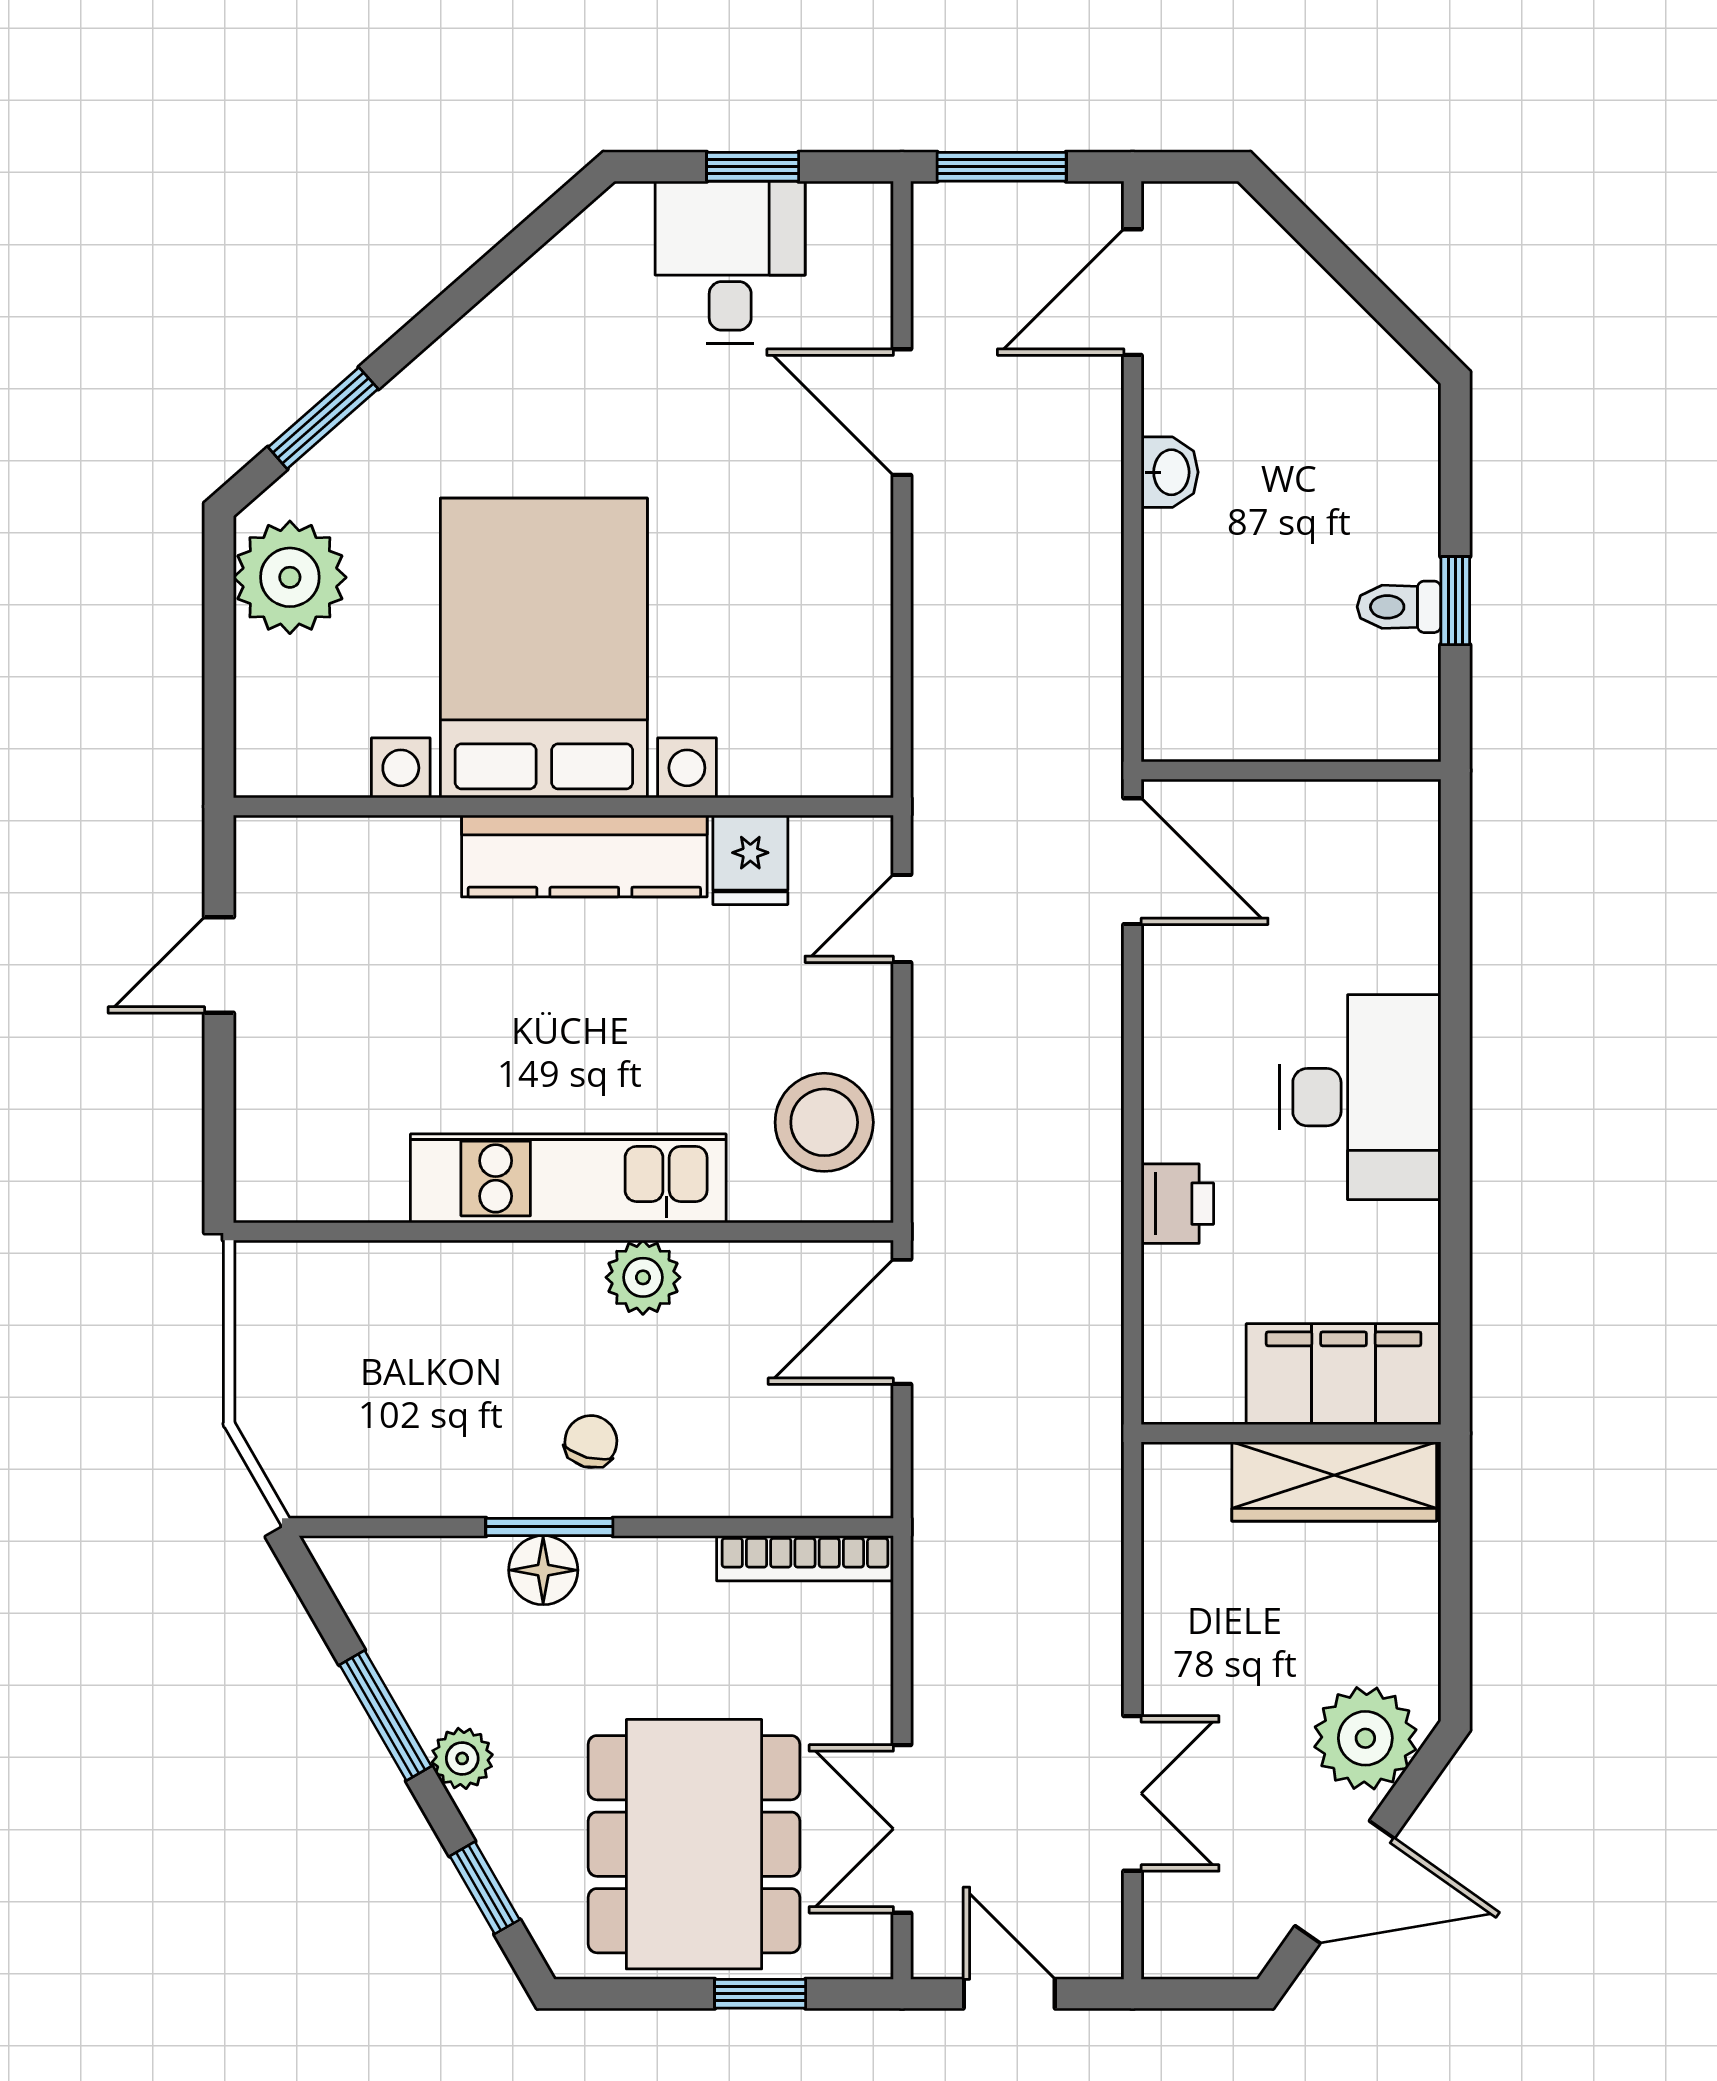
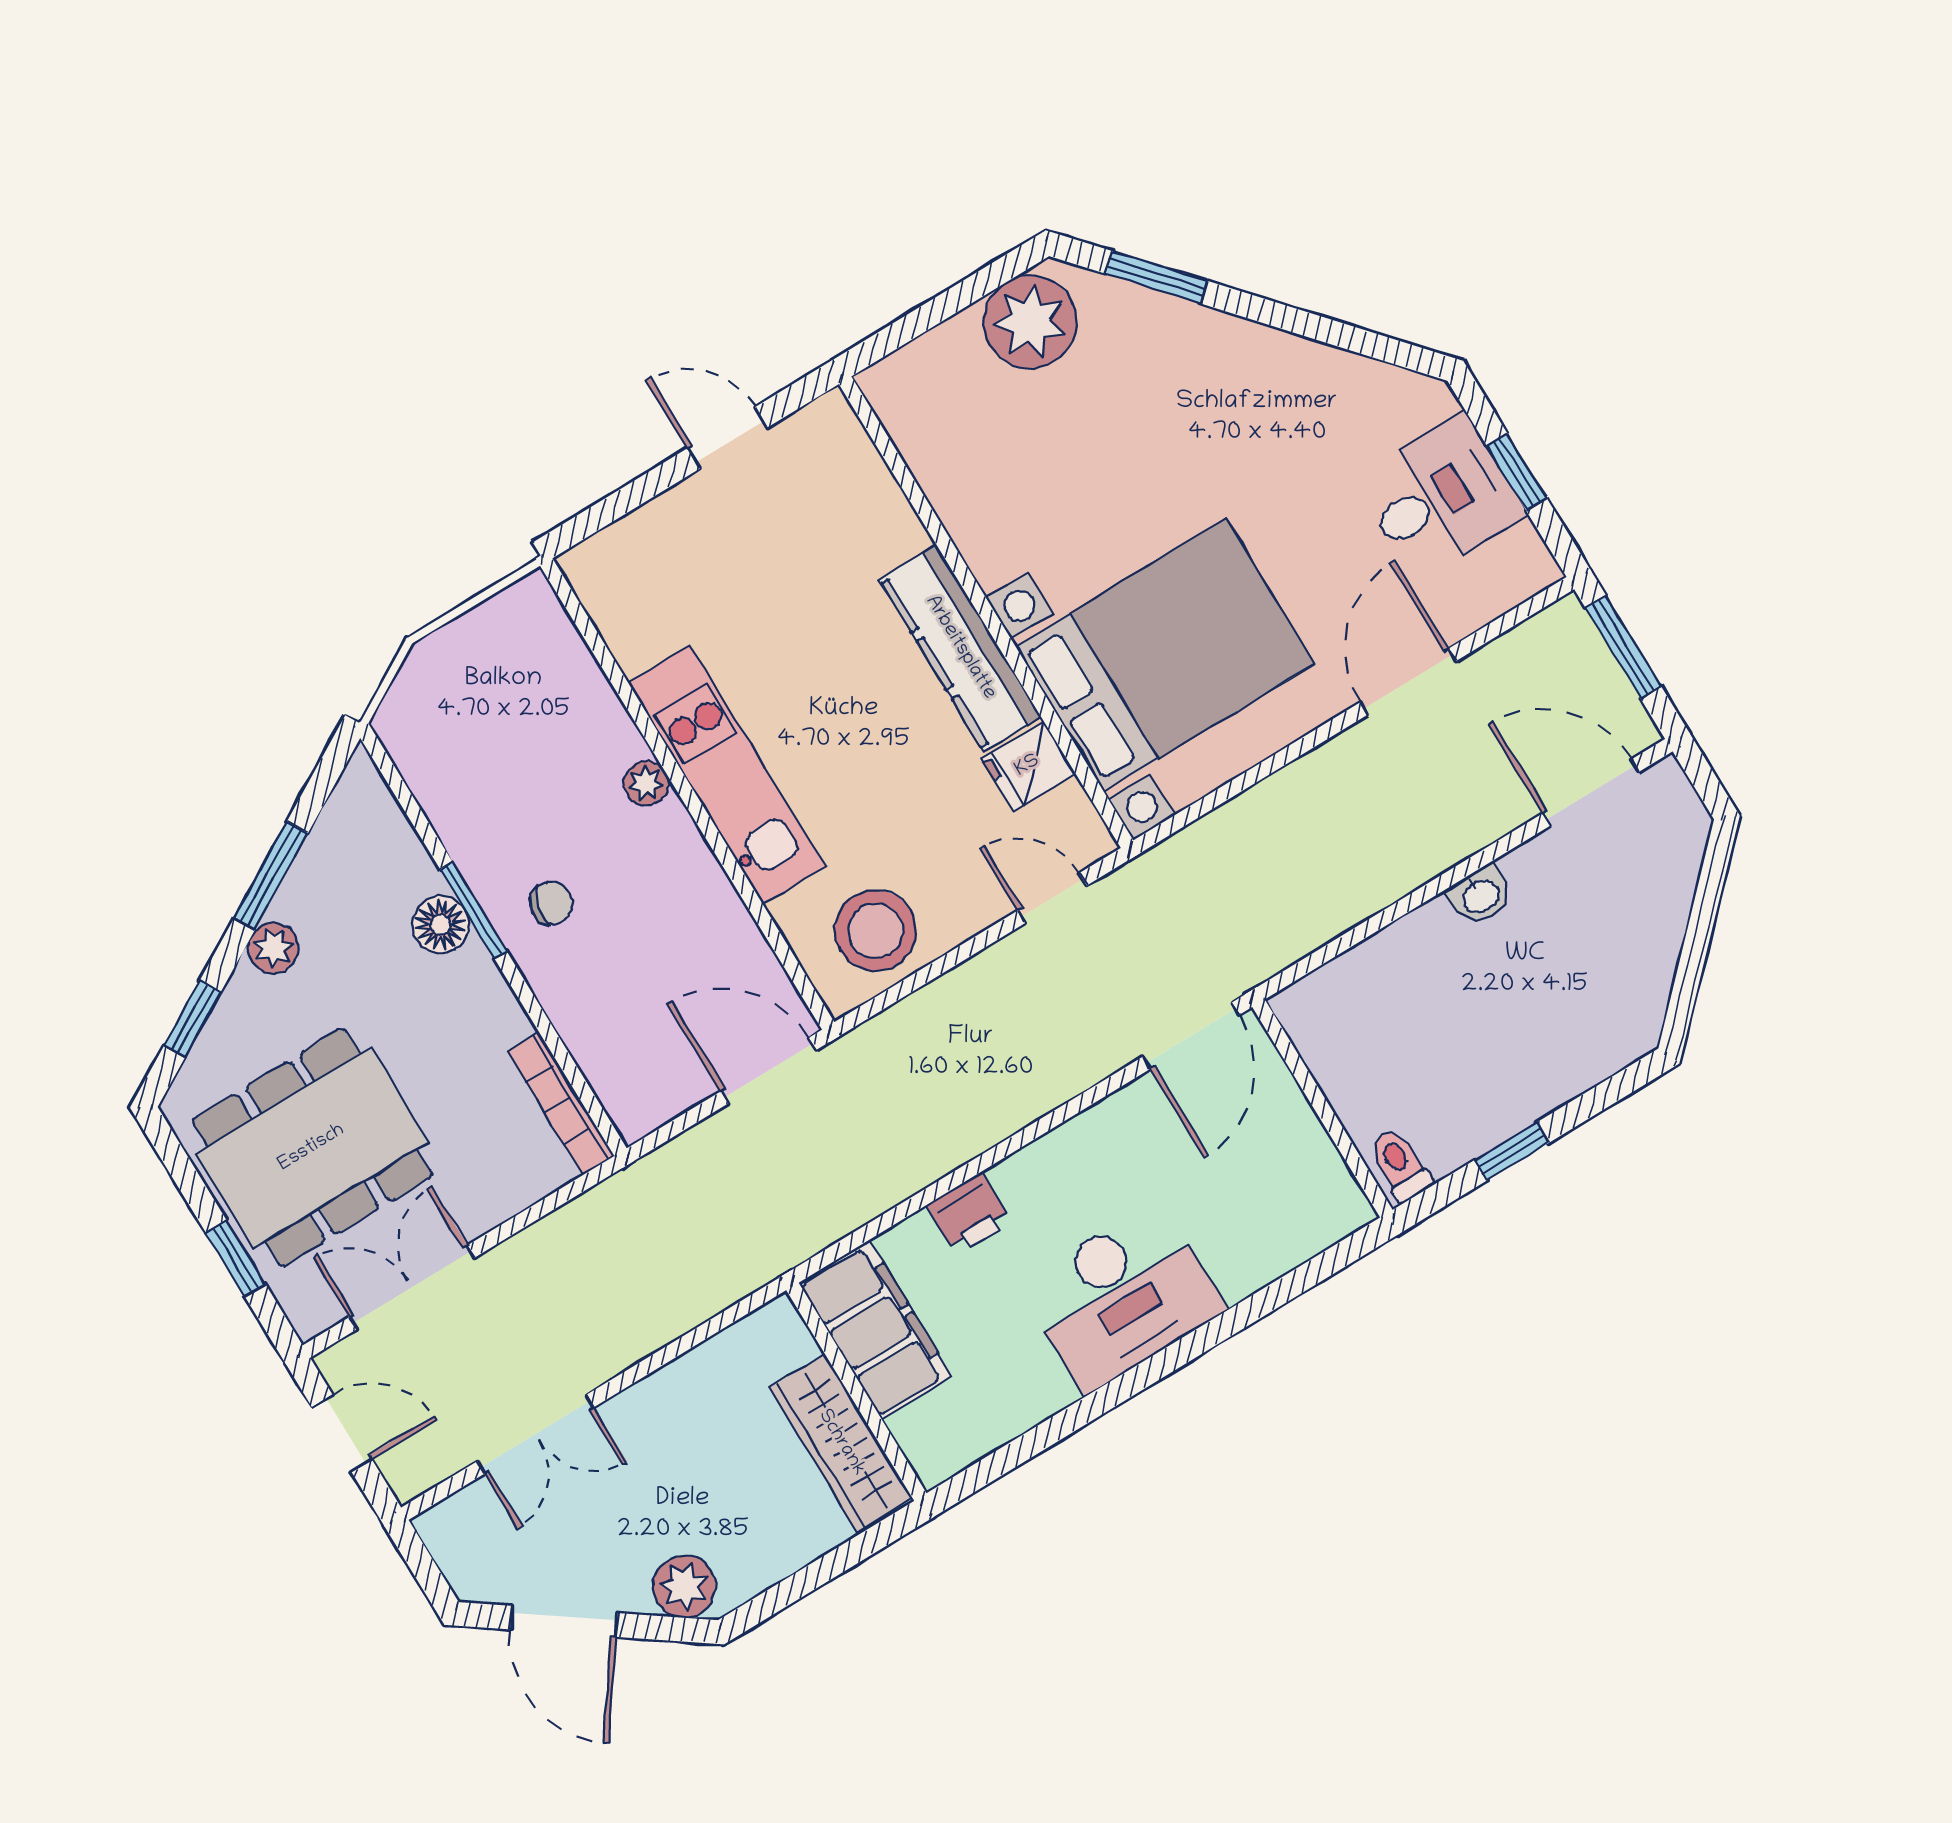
toilet: (1399, 607) -> (1400, 1165), moved
bed with nightstands: (544, 648) -> (1165, 655), moved
plant: (643, 1277) -> (646, 783), moved, width x0.73, depth x0.73
filing cabinet: (1344, 1374) -> (876, 1330), moved
plant: (1365, 1738) -> (684, 1587), width x0.73, depth x0.73
door: (1009, 1994) -> (342, 1433), hinge flipped

